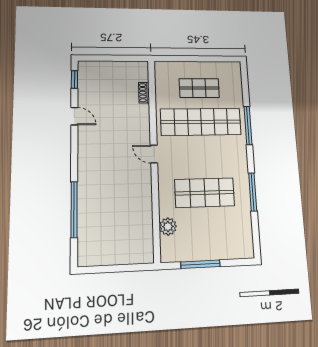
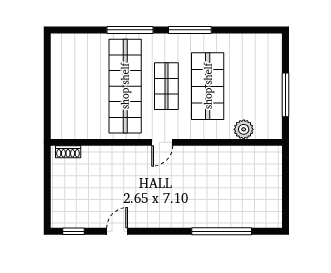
shop shelf: (199, 88) -> (166, 86), moved
shoe rack: (144, 93) -> (68, 152), moved
window: (253, 192) -> (190, 30), moved

